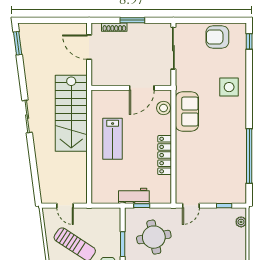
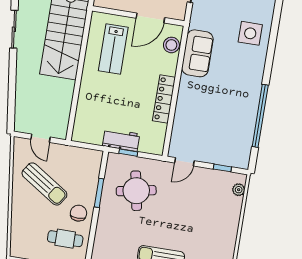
lab bench: (113, 139) -> (113, 49), moved

